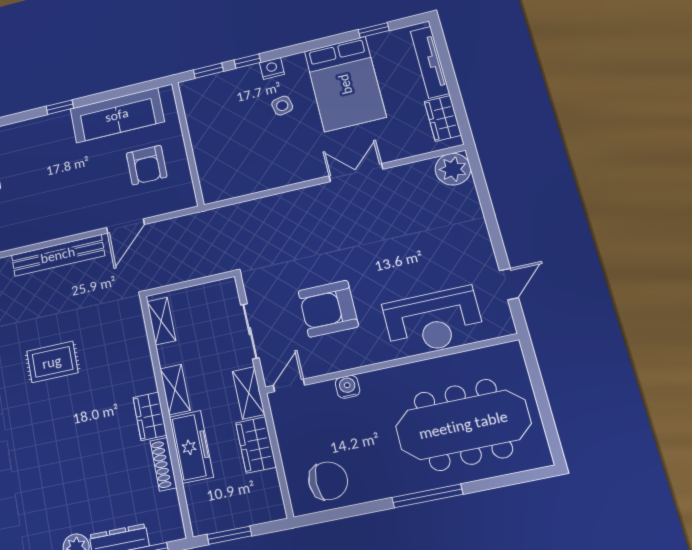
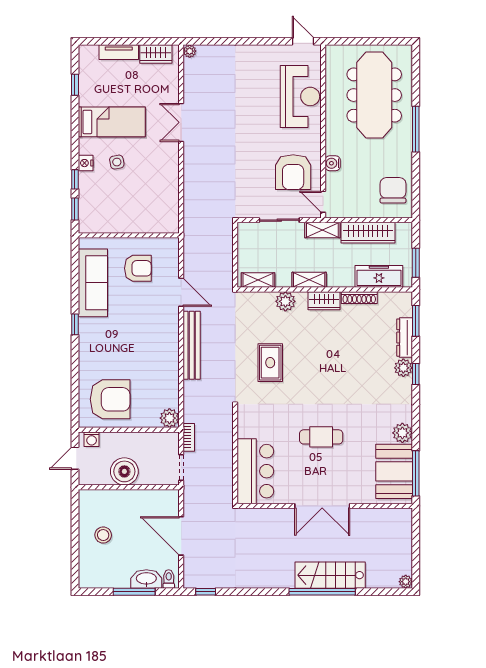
tv unit: (430, 62) -> (119, 52), width x0.71
bed: (345, 84) -> (112, 122), width x0.67
plant: (453, 169) -> (190, 51), width x0.53, depth x0.53
door: (509, 284) -> (303, 41), moved
armchair: (328, 309) -> (293, 172), moved
plant: (139, 364) -> (285, 301), added
wardrobe: (256, 445) -> (368, 233), width x1.50
freezer: (191, 447) -> (379, 276), moved

